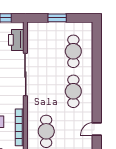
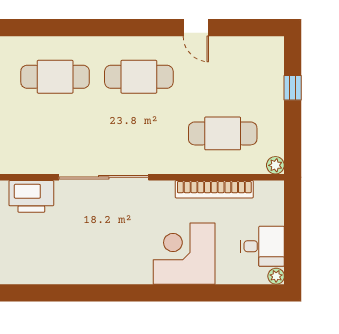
door: (97, 129) -> (196, 28), moved

